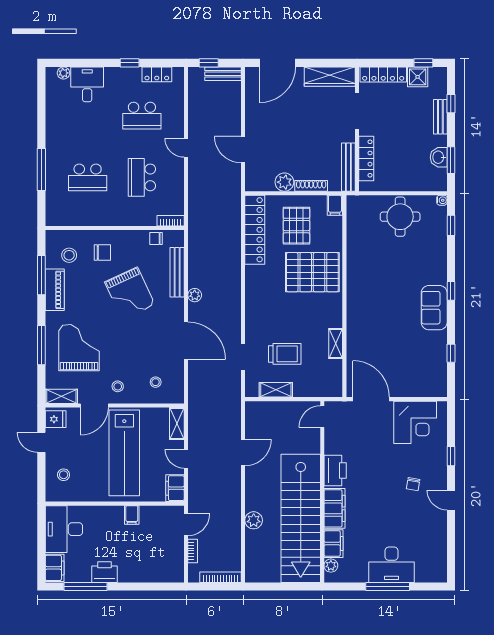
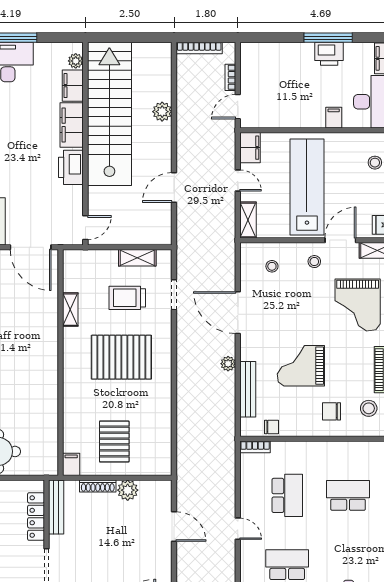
locker: (255, 230) -> (161, 437), removed
pallet: (312, 272) -> (121, 357), moved
grand piano: (130, 293) -> (301, 366), turned -65
filing cabinet: (132, 515) -> (334, 118), moved
window: (86, 586) -> (328, 38), moved

